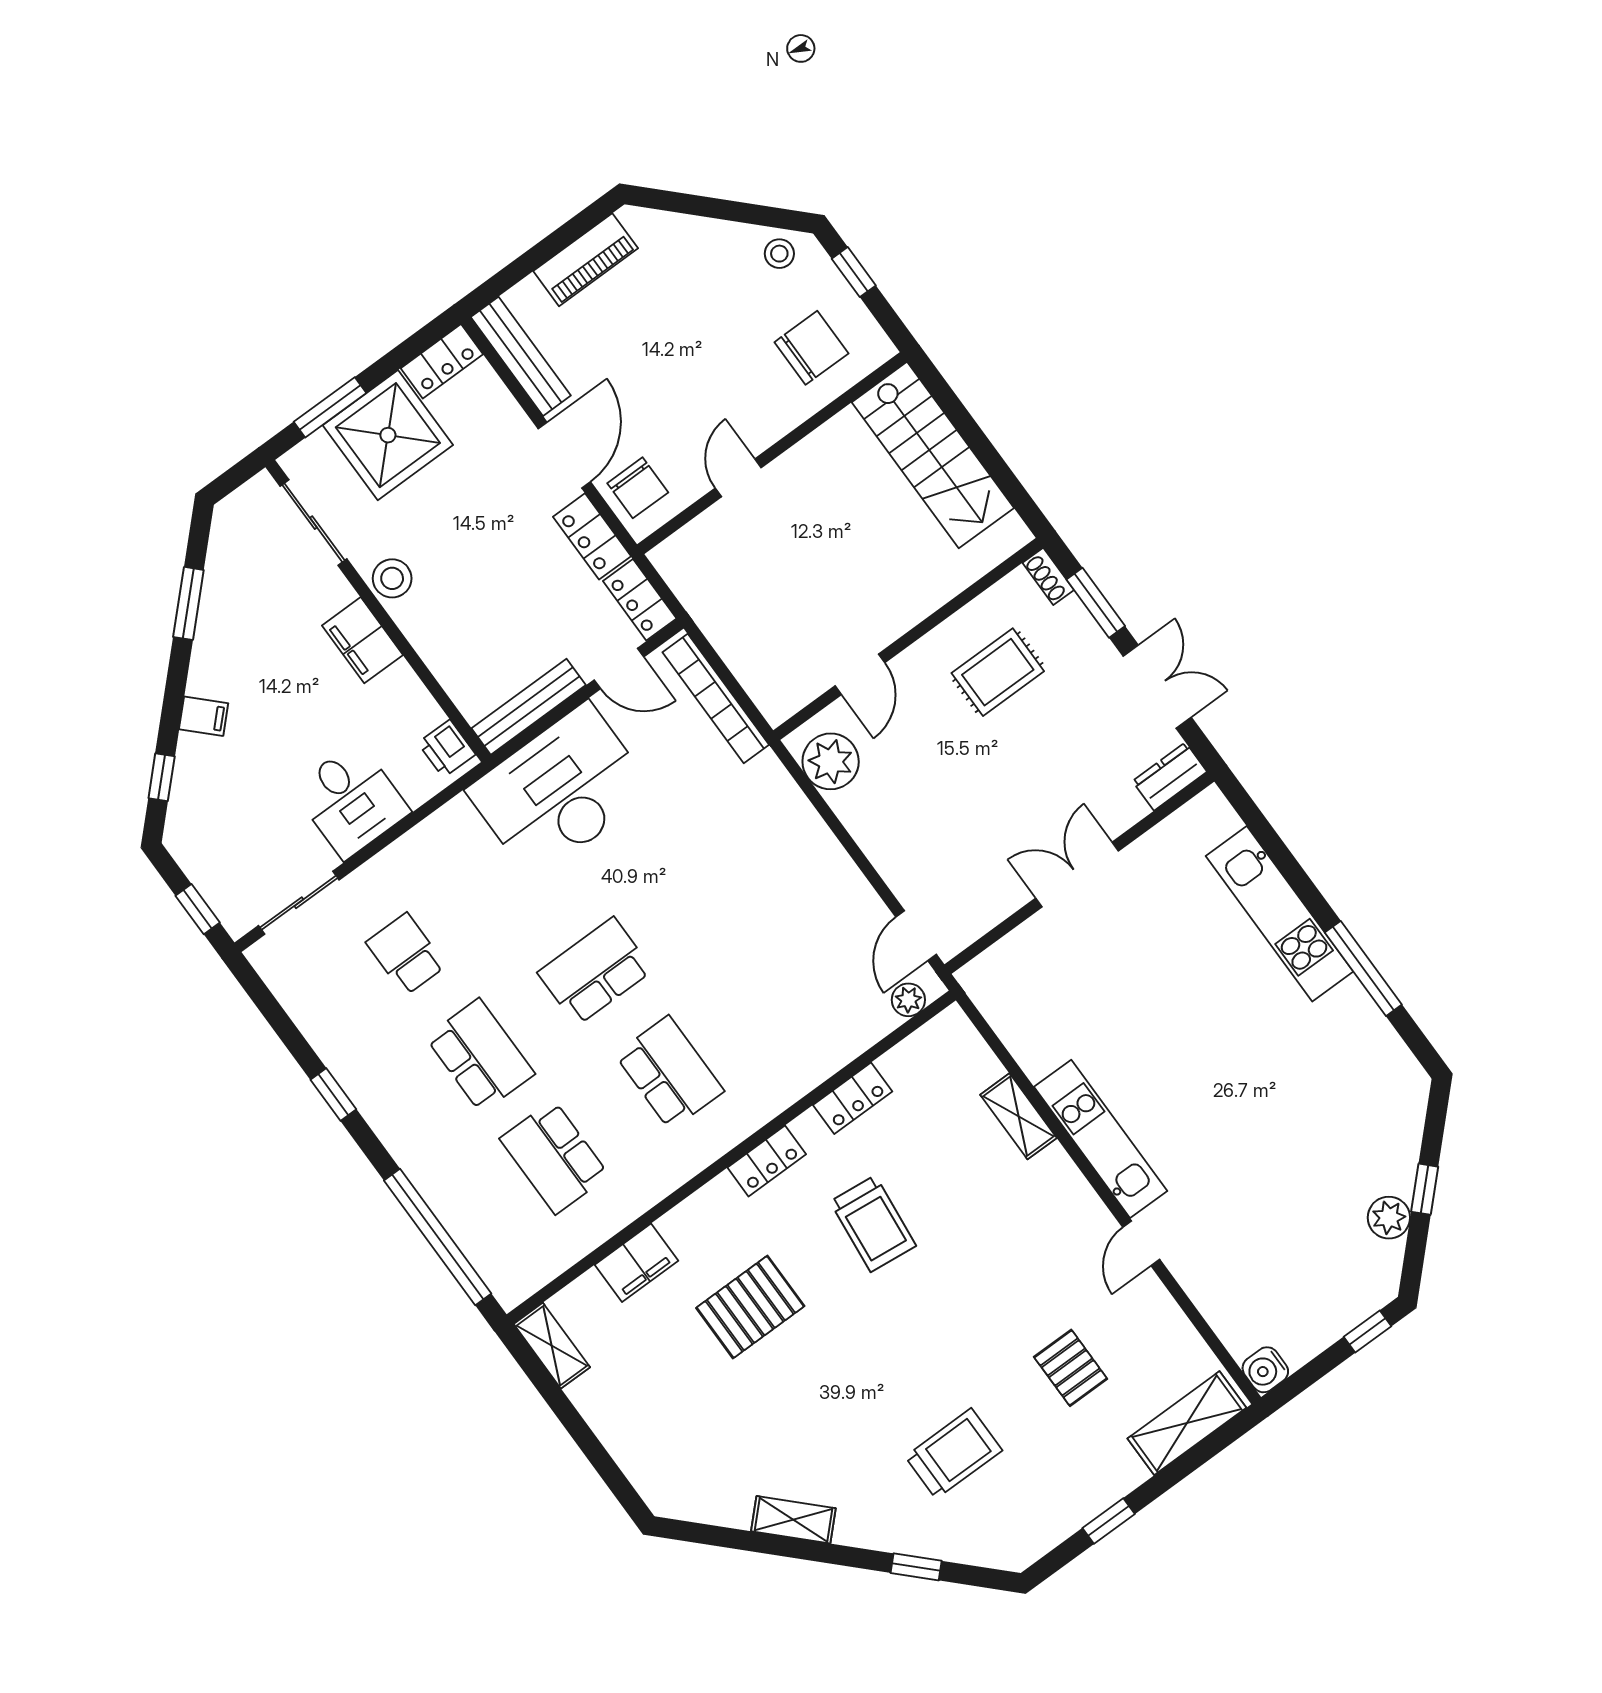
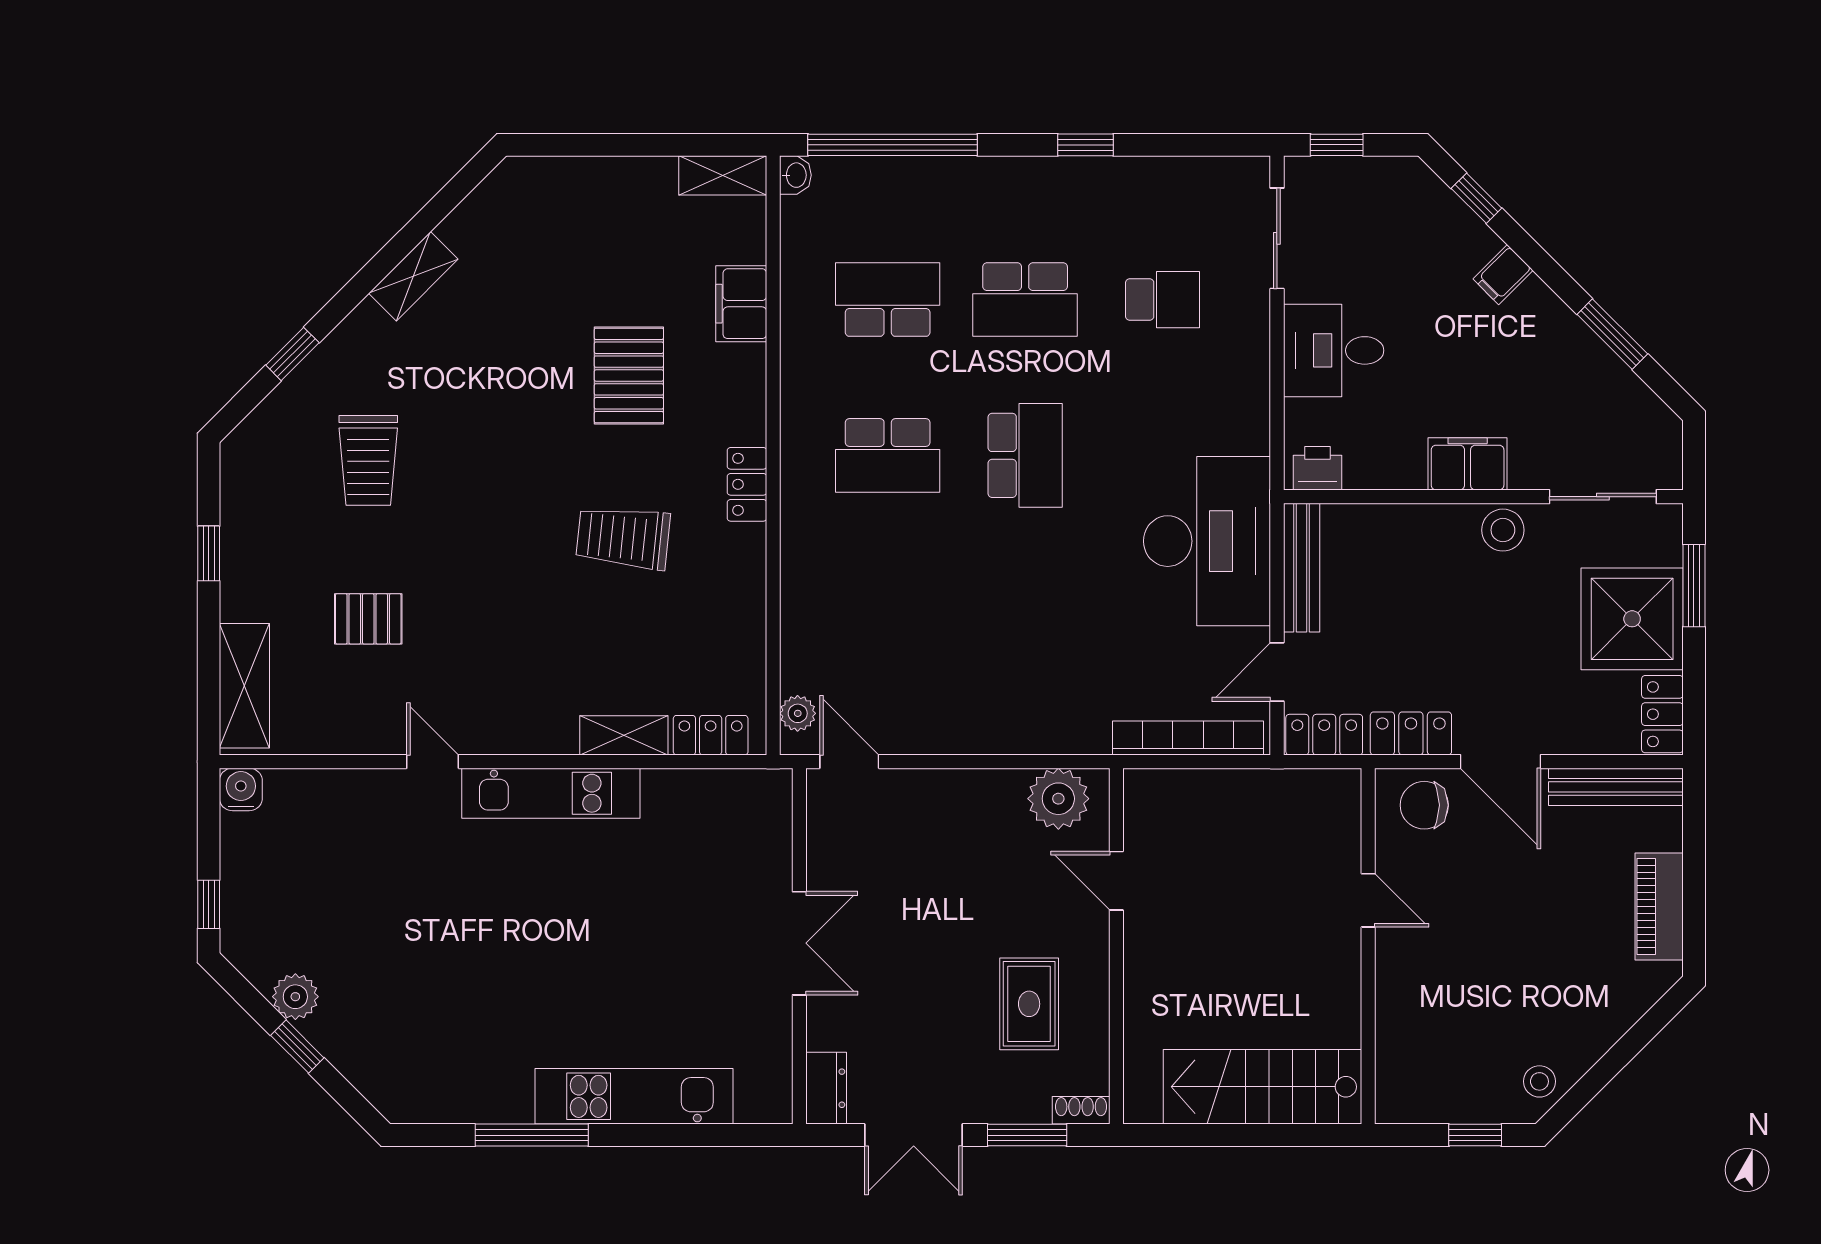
chair: (811, 348) -> (1436, 1049), removed
locker: (853, 1098) -> (711, 735), moved, turned 90
washbasin: (512, 1292) -> (795, 175), added

